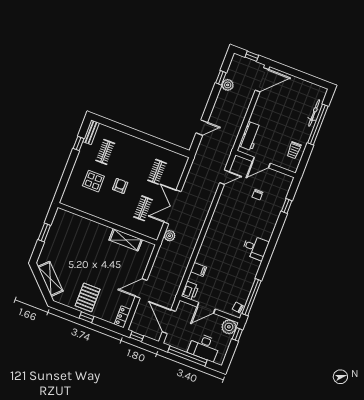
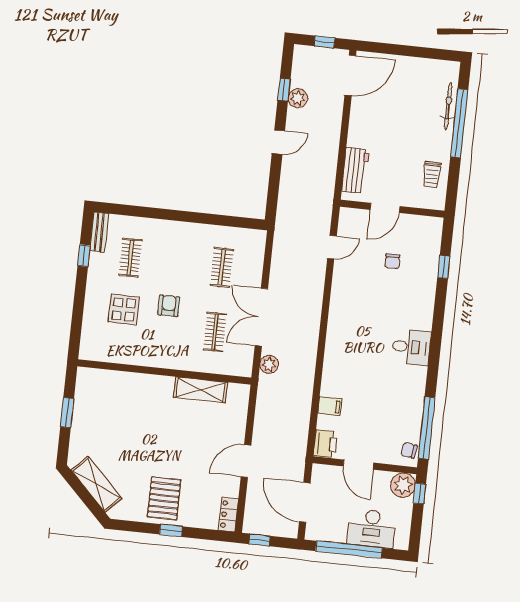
door: (202, 128) -> (278, 142), moved
door: (206, 308) -> (359, 465), hinge flipped

